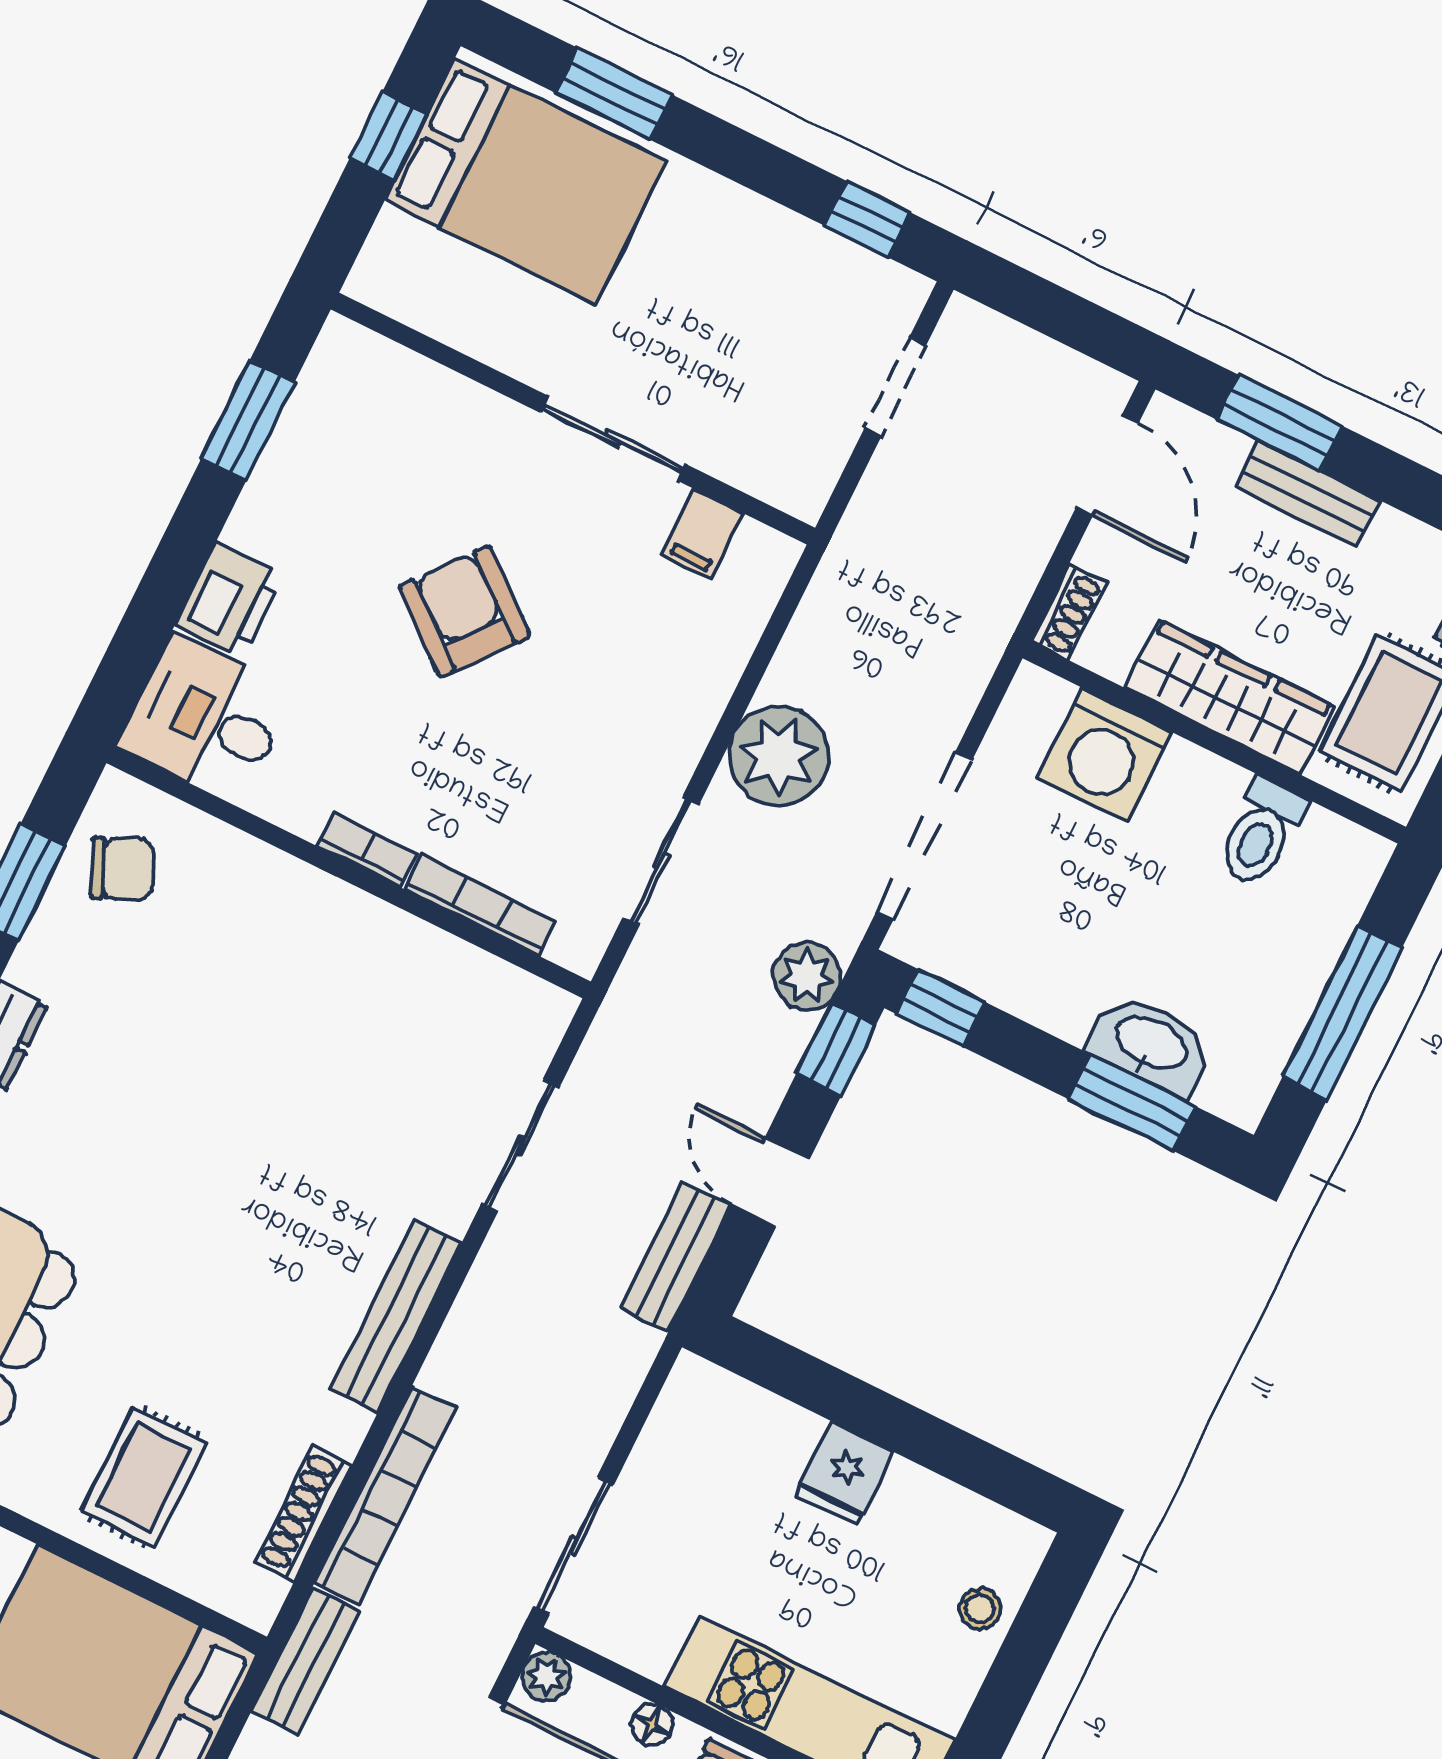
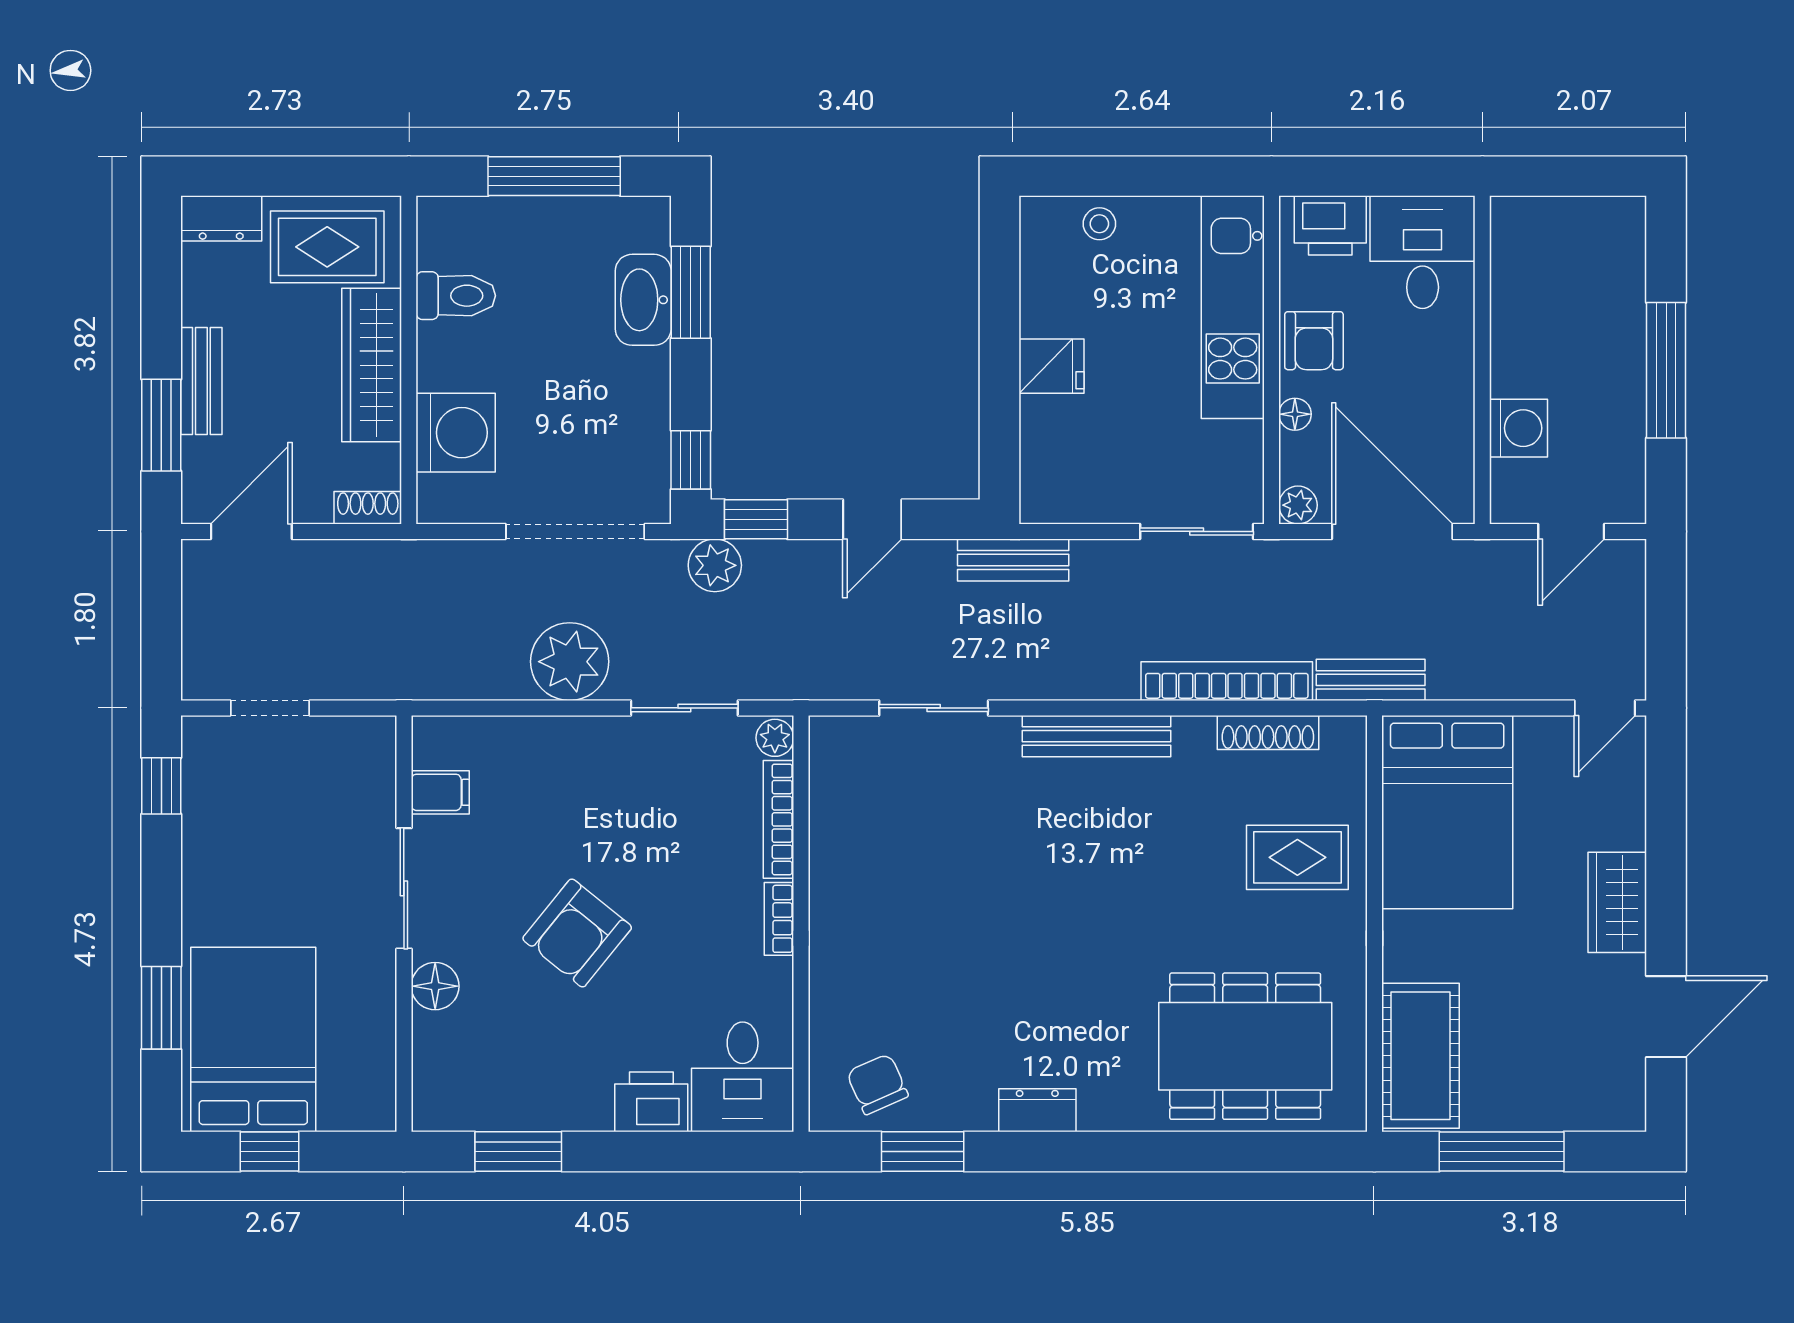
floor lamp: (484, 419) -> (435, 986), added
plant: (576, 947) -> (775, 738), added
bench: (676, 1257) -> (1013, 560), moved

